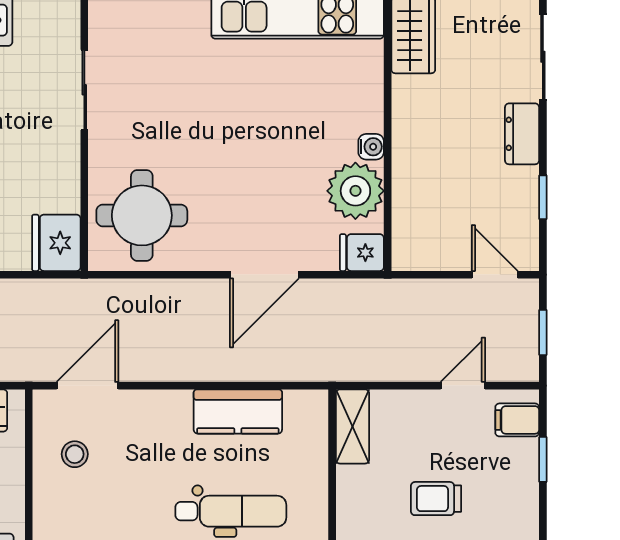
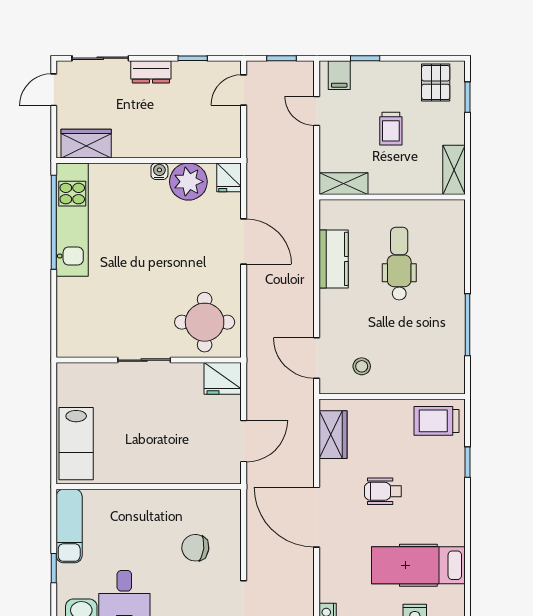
sliding door: (84, 90) -> (144, 360), moved

